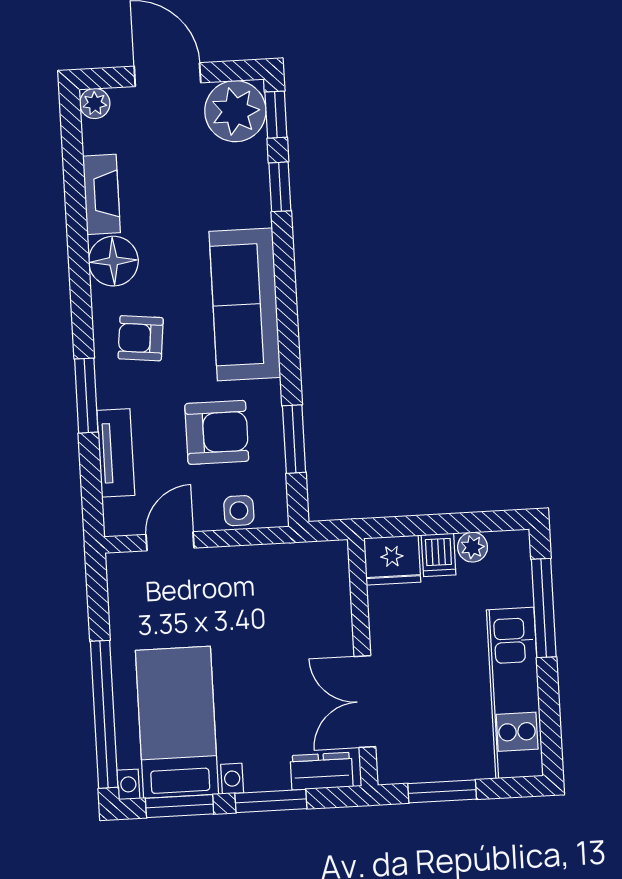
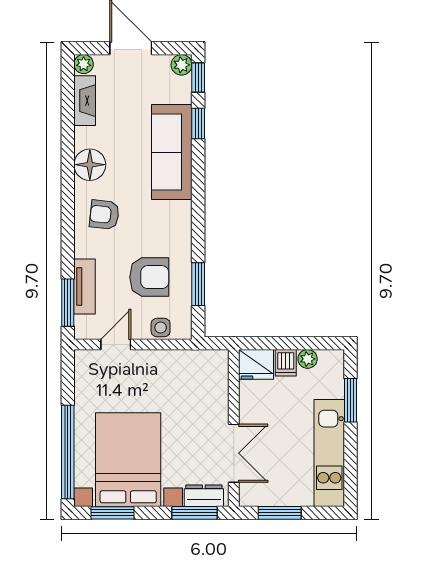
plant: (235, 111) -> (182, 65), width x0.53, depth x0.53
fireplace: (102, 194) -> (85, 101), moved
sofa: (245, 304) -> (172, 152), moved
window: (86, 396) -> (68, 303), moved
window: (544, 608) -> (351, 400), width x0.69
double door: (365, 702) -> (234, 453), swing flipped
bed with nightstands: (177, 722) -> (128, 460), width x1.36
window: (271, 801) -> (194, 513), moved

